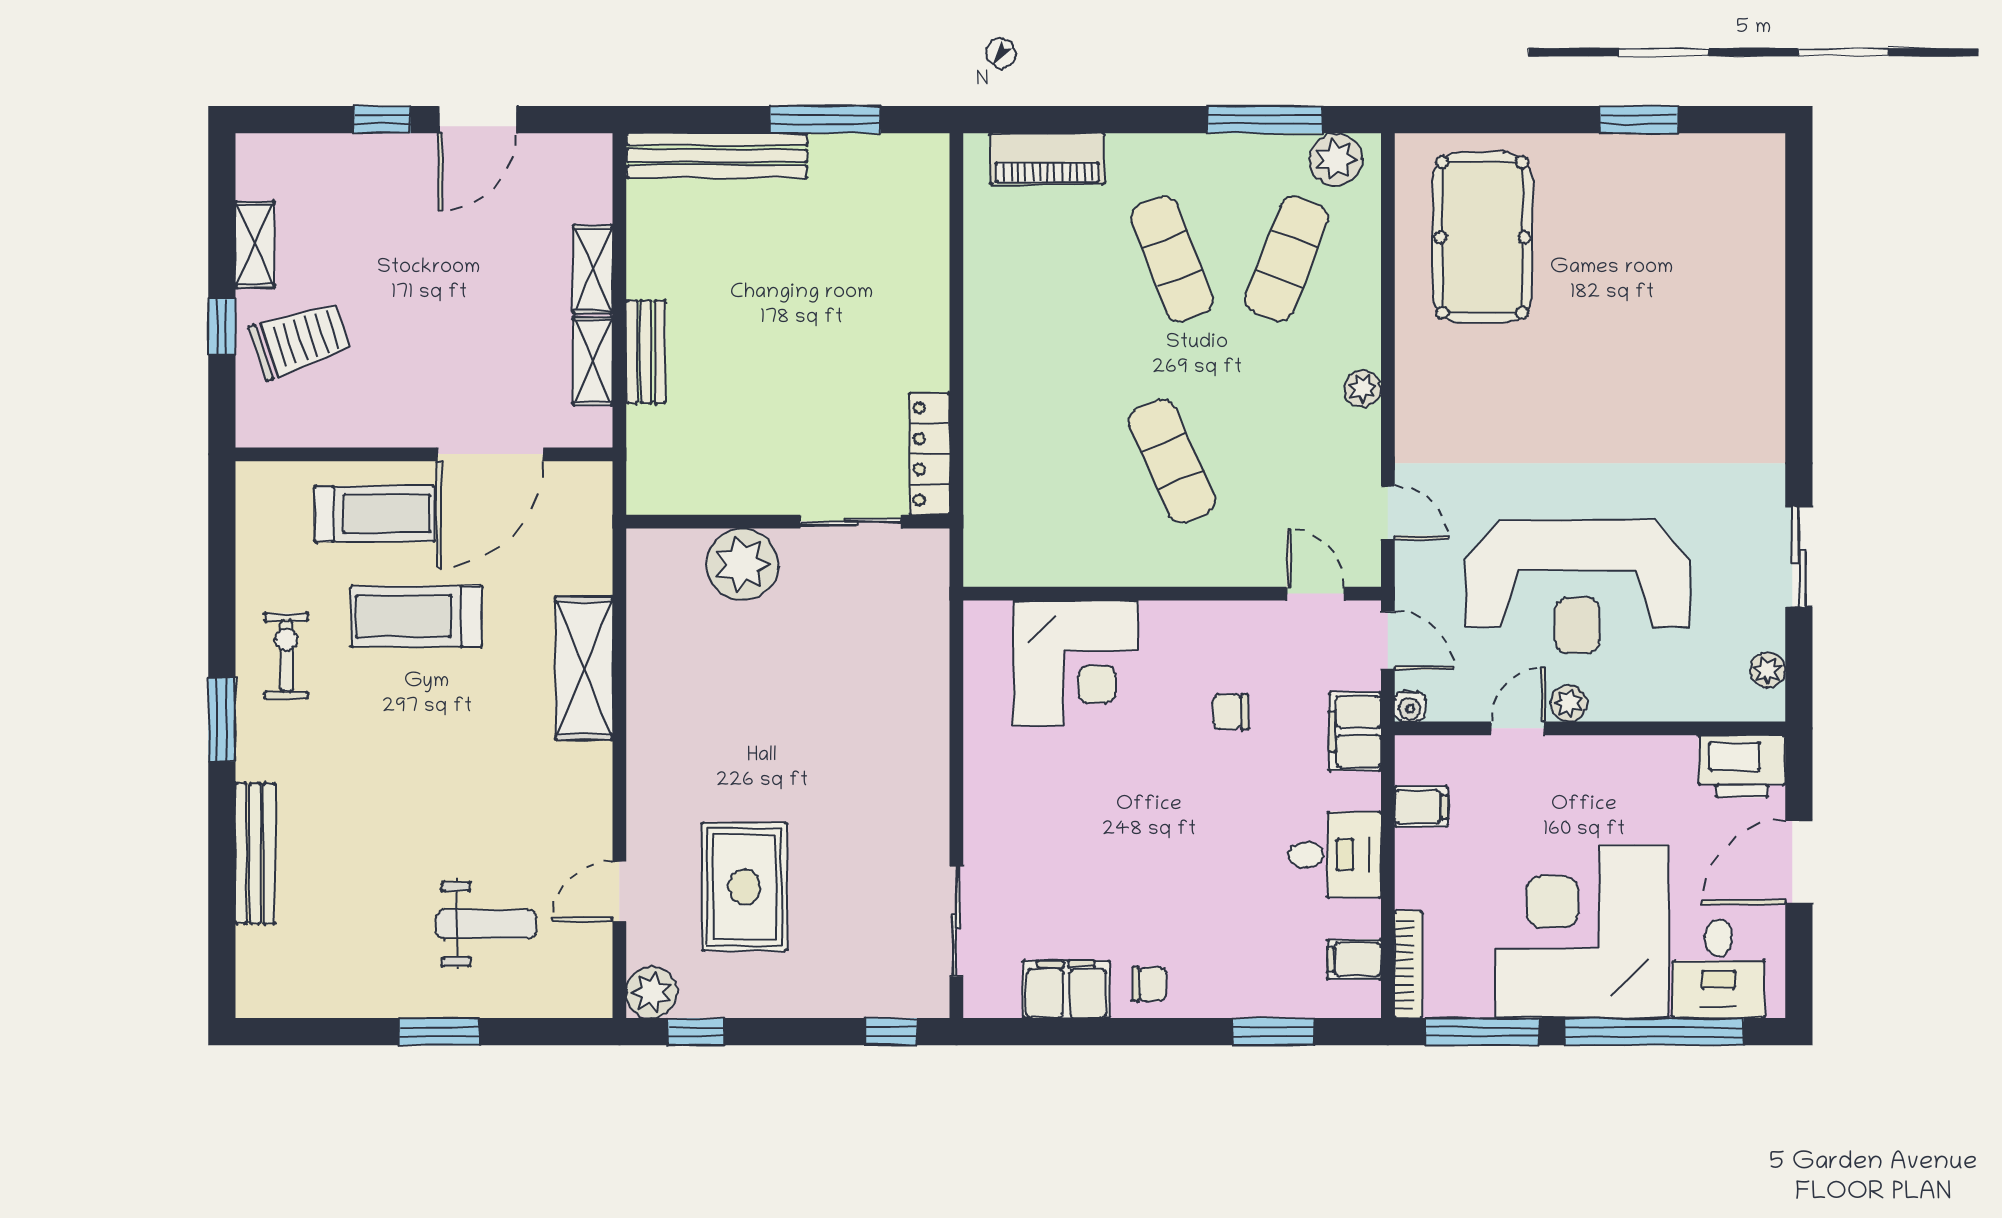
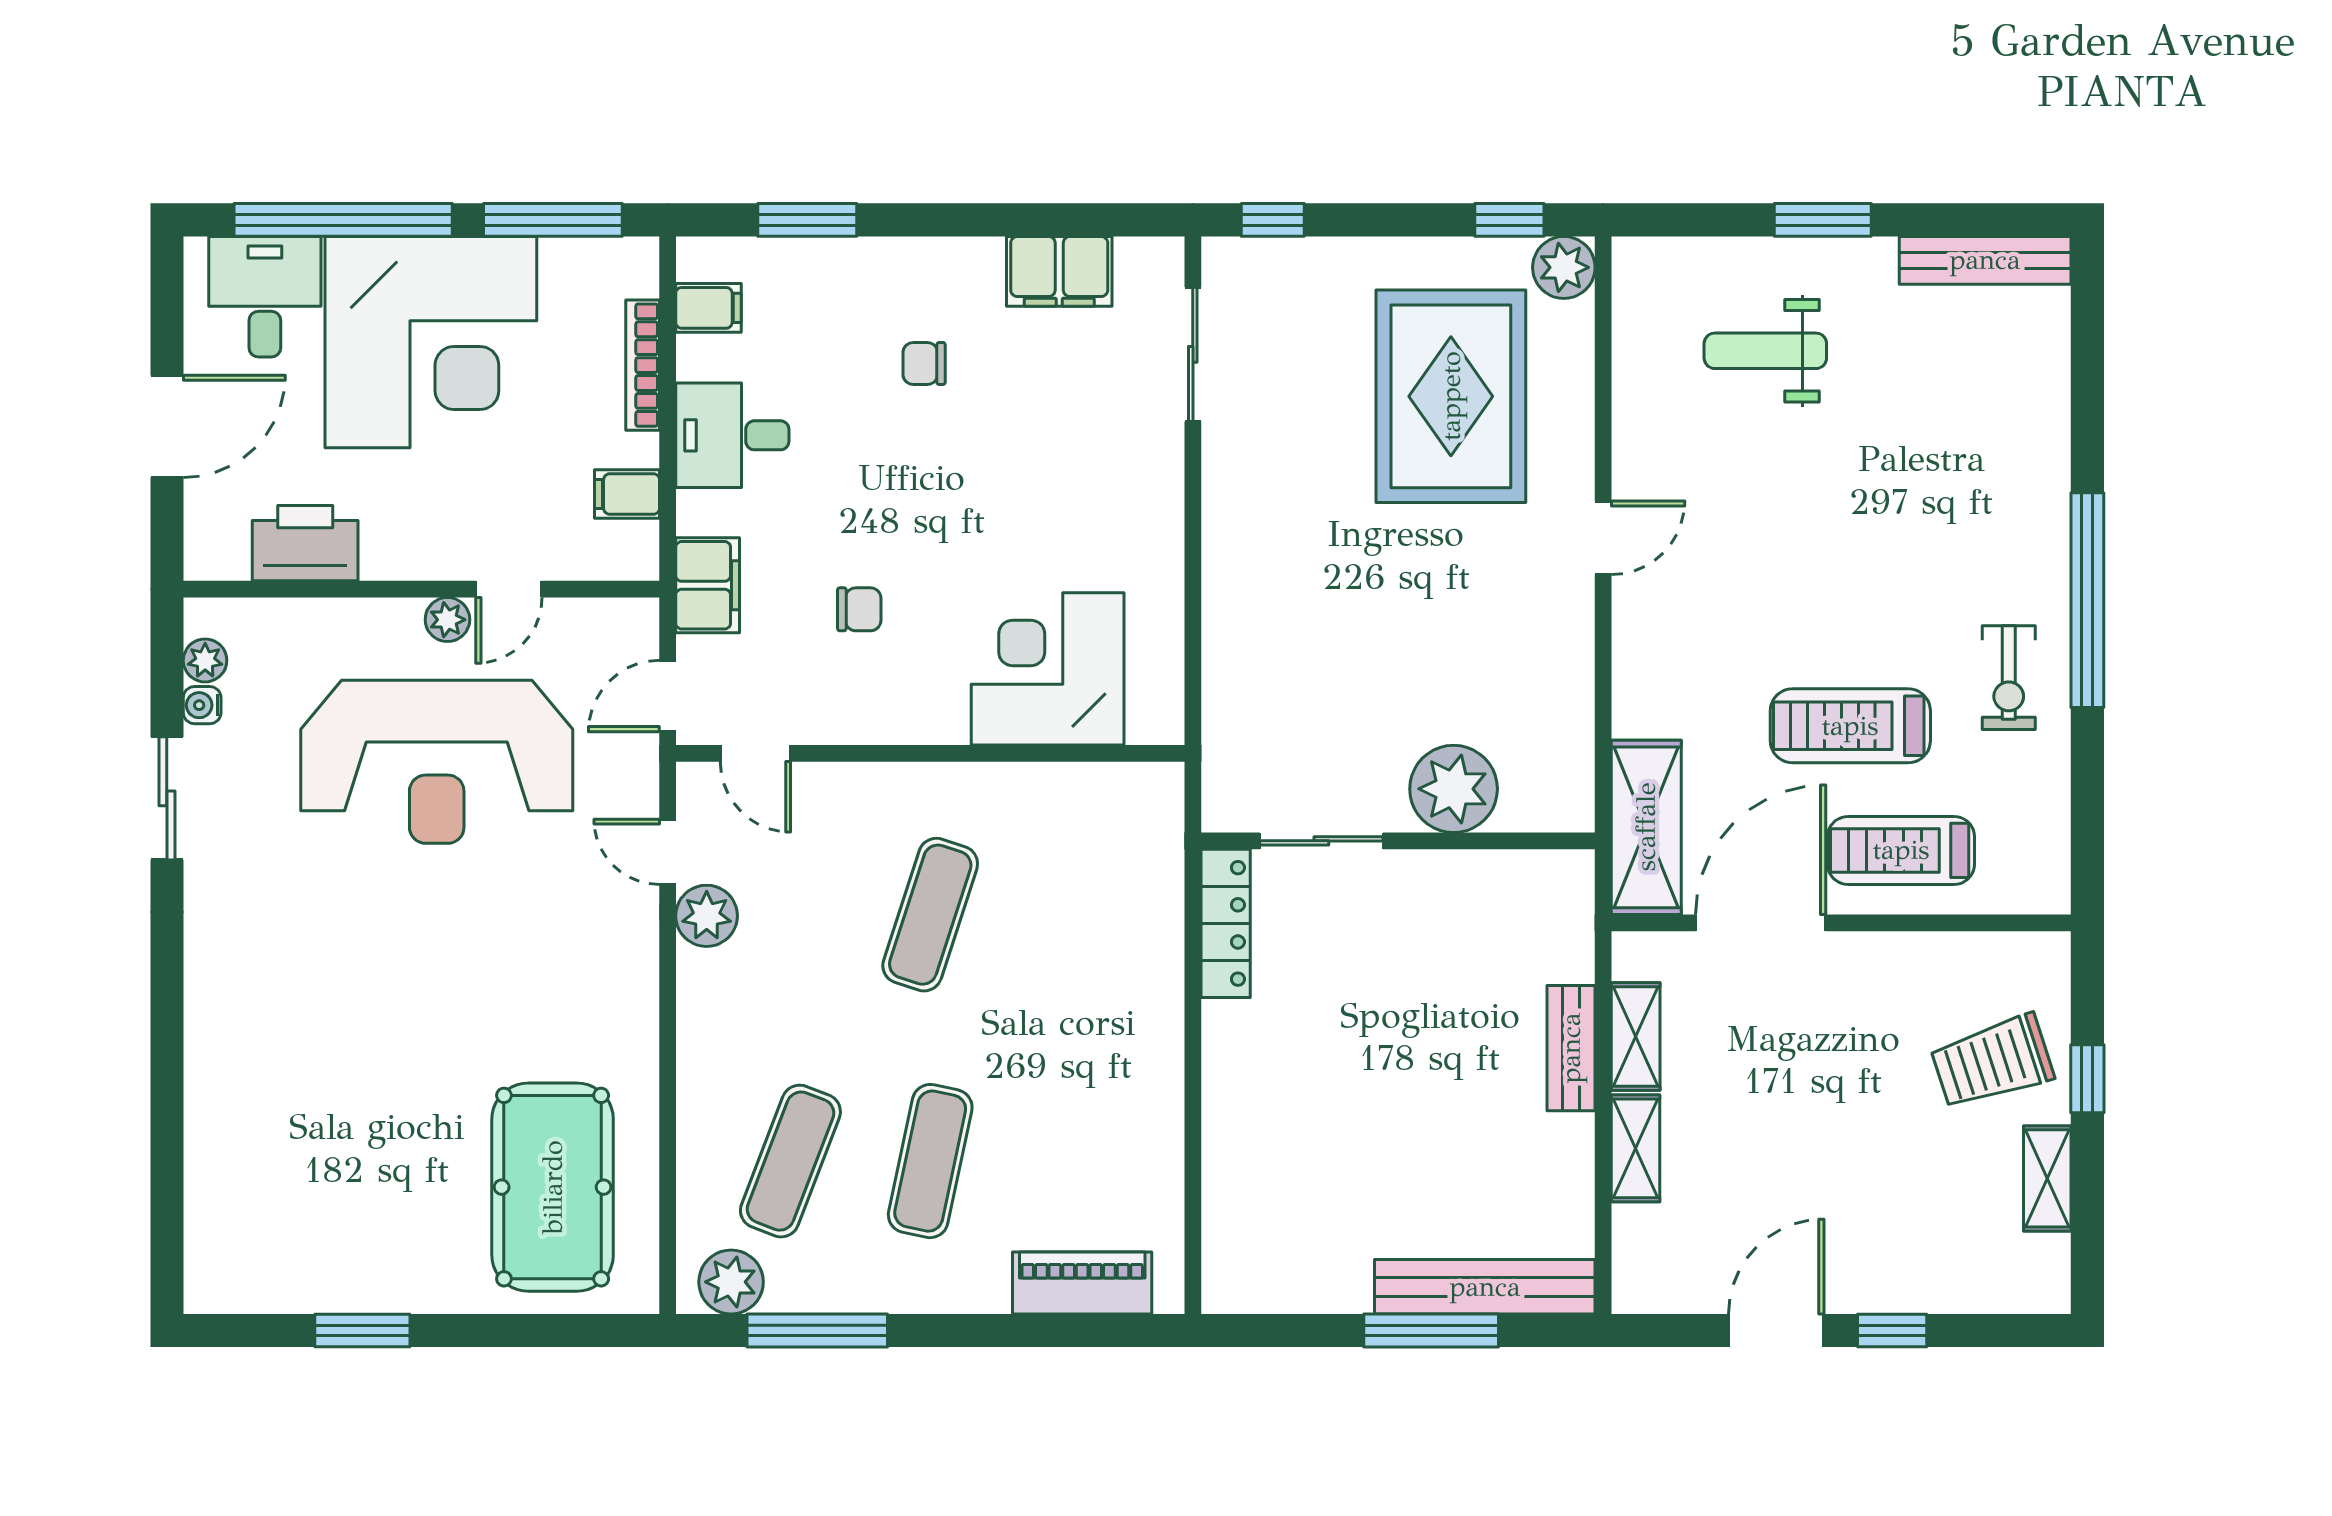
window: (825, 120) -> (1431, 1331), moved
exercise mat: (1172, 259) -> (930, 1161), turned 33
plant: (1363, 388) -> (707, 916), moved, width x1.38, depth x1.38
exercise mat: (1172, 461) -> (930, 915), turned 42
reception desk: (1577, 587) -> (437, 762), turned 180
treadmill: (417, 616) -> (1850, 726), turned 180
door: (1388, 641) -> (668, 696), hinge flipped
shelving: (584, 668) -> (1646, 827), moved
water cooler: (1410, 706) -> (202, 705), moved, turned -90
window: (222, 719) -> (2087, 600), width x2.11
printer: (1742, 766) -> (305, 543), moved
bench: (255, 853) -> (1985, 260), moved, turned 90
rug: (745, 887) -> (1451, 396), width x1.37, depth x1.44
door: (619, 891) -> (1603, 538), moved
bookcase: (1408, 965) -> (643, 365), moved
chair: (1149, 984) -> (924, 363), moved

